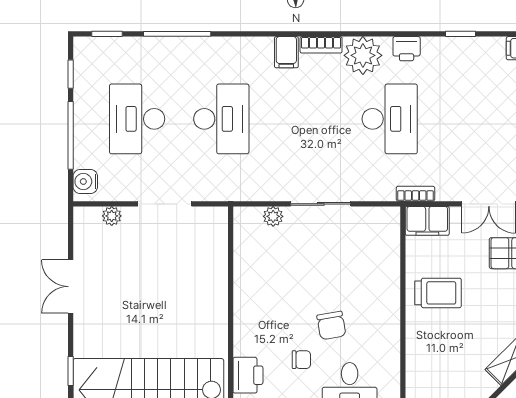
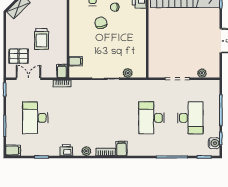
plant: (363, 55) -> (86, 151), width x0.53, depth x0.53
desk: (390, 119) -> (35, 118), moved
water cooler: (85, 181) -> (214, 143), moved
filing cabinet: (427, 221) -> (62, 71), width x0.50
filing cabinet: (386, 242) -> (76, 61), added
trolley: (438, 293) -> (41, 39), moved, turned -90

